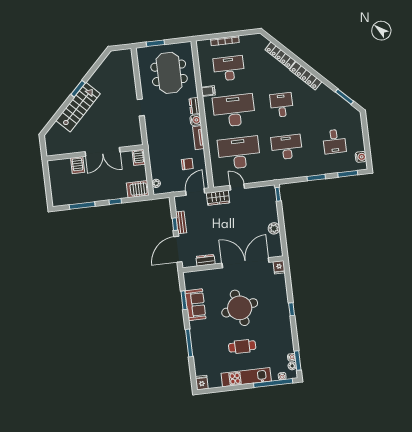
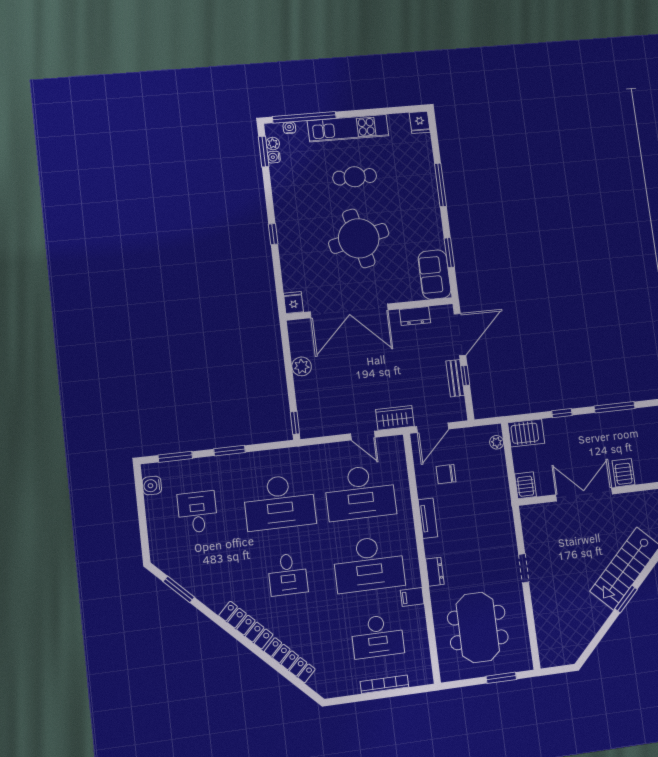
water cooler: (196, 120) -> (433, 548), removed
desk: (287, 147) -> (280, 502), width x1.36, depth x1.30
sofa: (195, 305) -> (434, 275), moved

